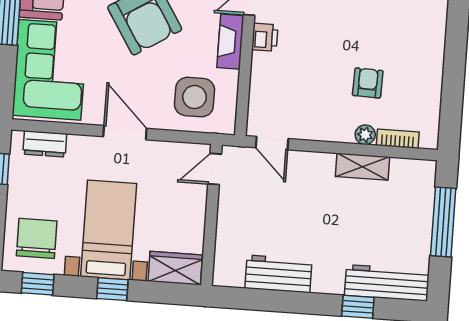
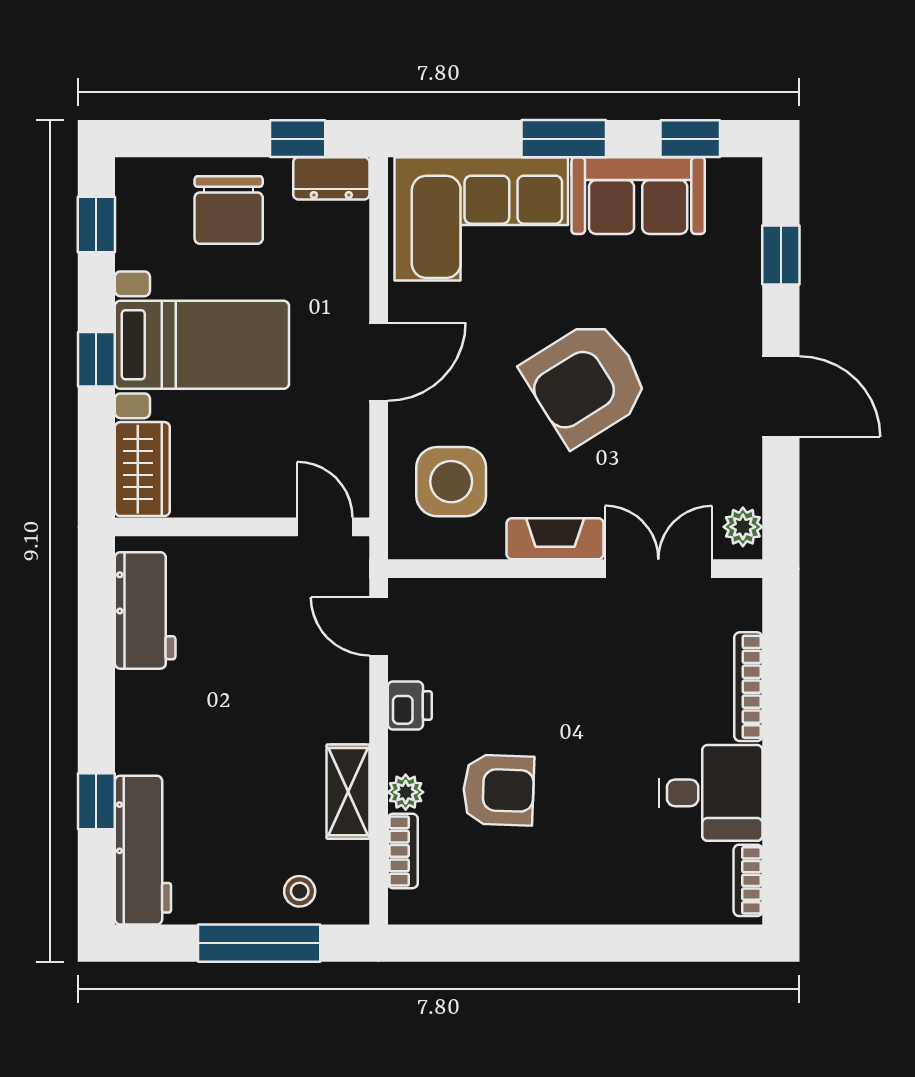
printer: (265, 37) -> (410, 705), moved, turned -90
armchair: (368, 83) -> (499, 790), width x1.38, depth x1.38
door: (272, 143) -> (379, 626), hinge flipped
dresser: (45, 144) -> (331, 178), moved, turned -90
stool: (416, 197) -> (300, 891), added
chair: (37, 238) -> (229, 210), moved, turned 90
workbench: (278, 274) -> (145, 610), moved

